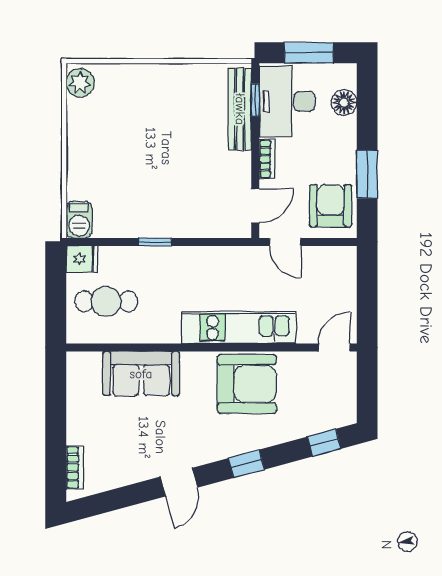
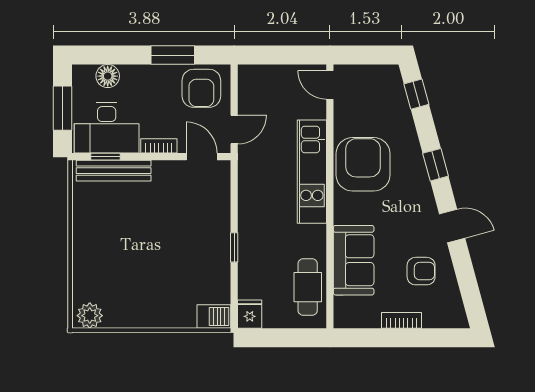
armchair: (331, 206) -> (201, 88), turned -90
cafe table: (106, 301) -> (308, 287), moved
armchair: (129, 448) -> (421, 271), added
bookcase: (75, 467) -> (402, 320), moved

